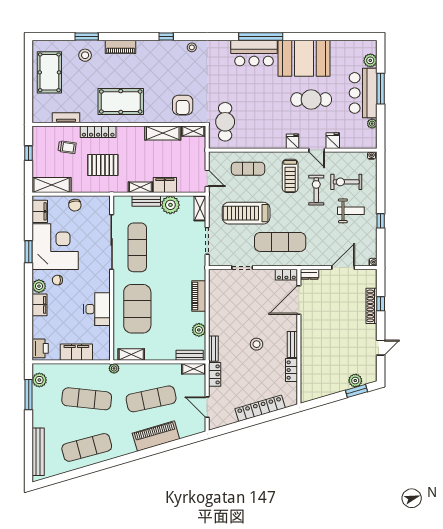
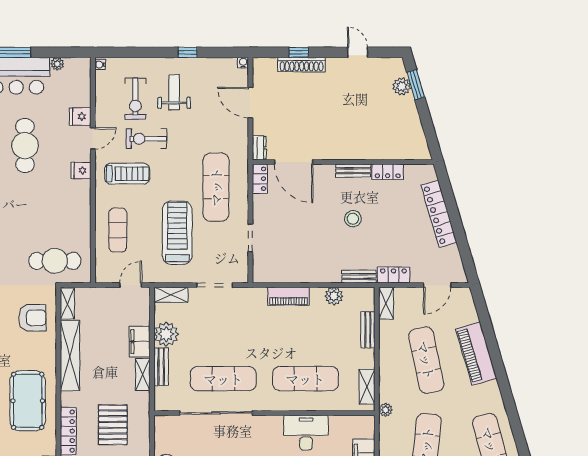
shelving: (163, 133) -> (70, 356), width x1.47
treadmill: (246, 213) -> (177, 233), turned 180
exercise mat: (137, 309) -> (305, 379), width x0.68
bench: (190, 355) -> (368, 330), moved

